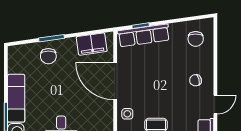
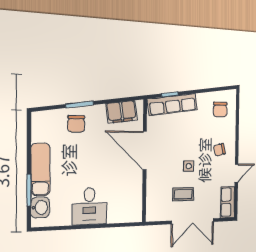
side table: (127, 114) -> (189, 166), moved

